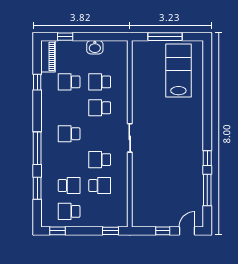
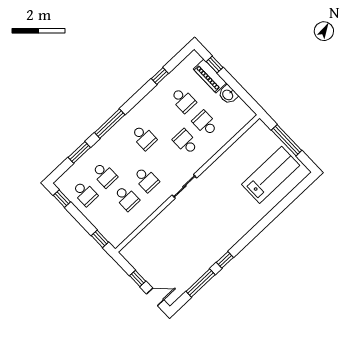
piano: (48, 56) -> (210, 76), moved, turned 90
school desk: (69, 82) -> (183, 100), turned 180
school desk: (69, 134) -> (144, 137), turned 180
school desk: (100, 160) -> (146, 179), turned 180
school desk: (69, 211) -> (85, 193), turned 180

